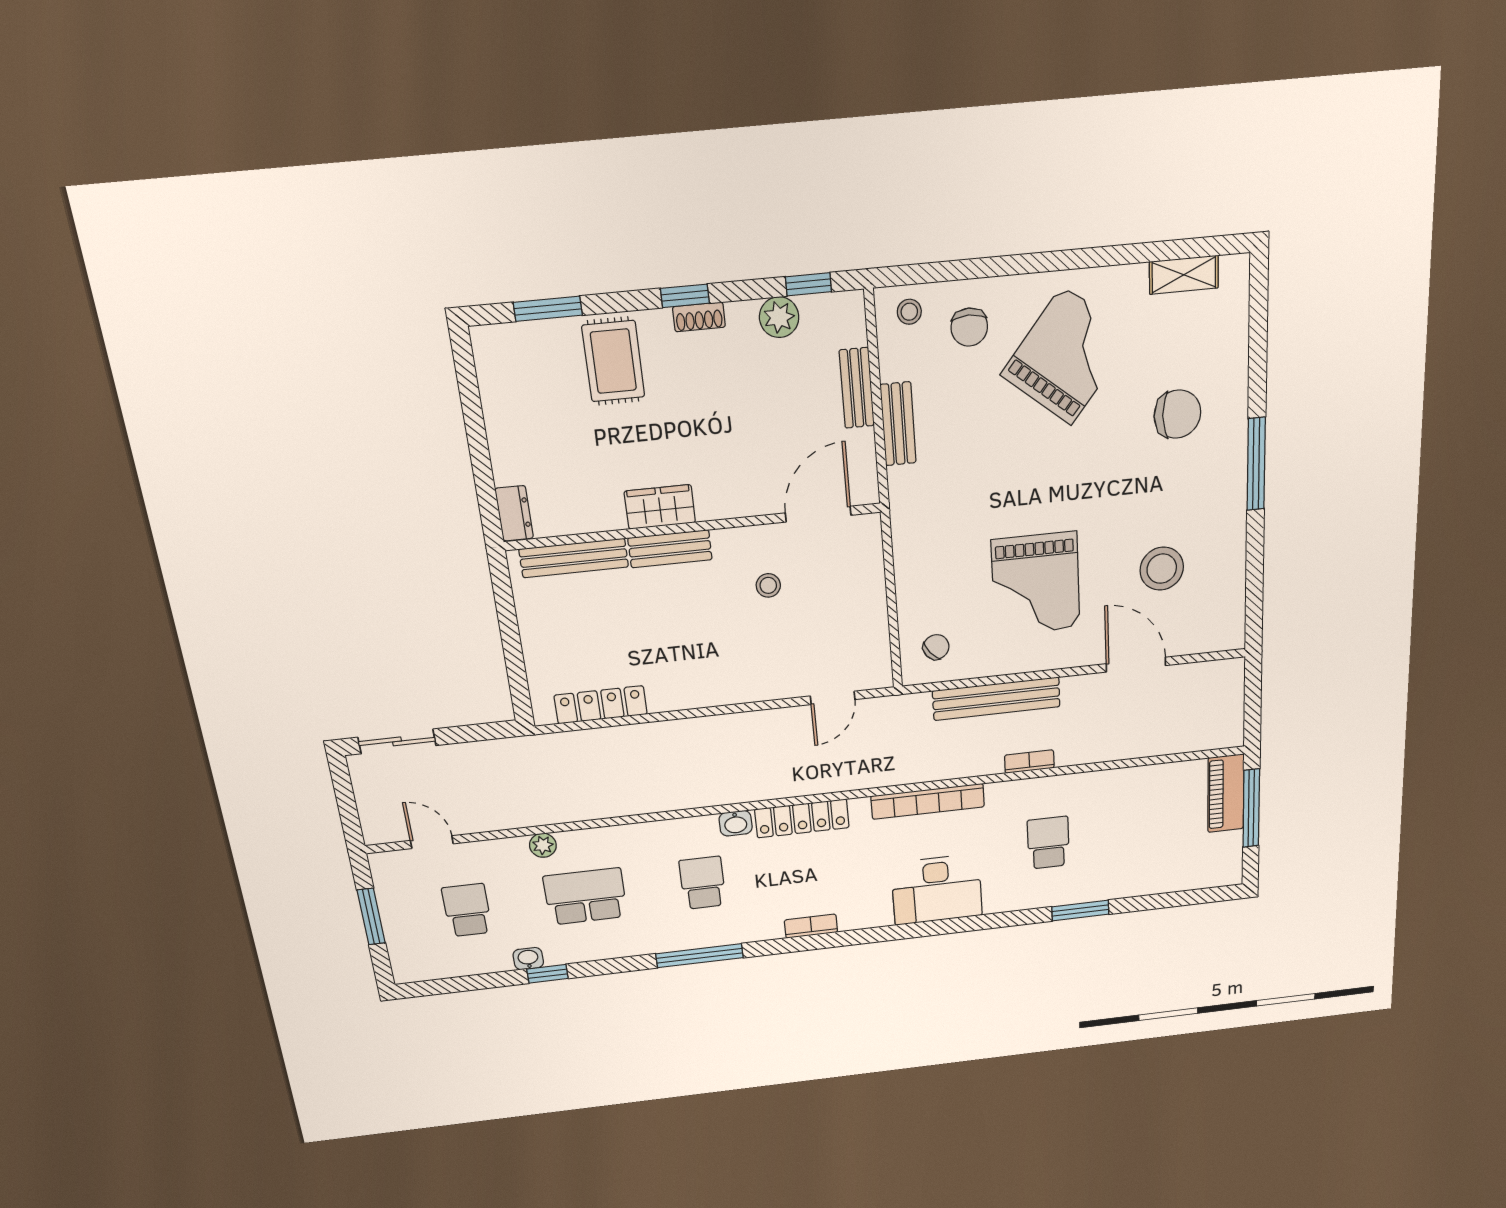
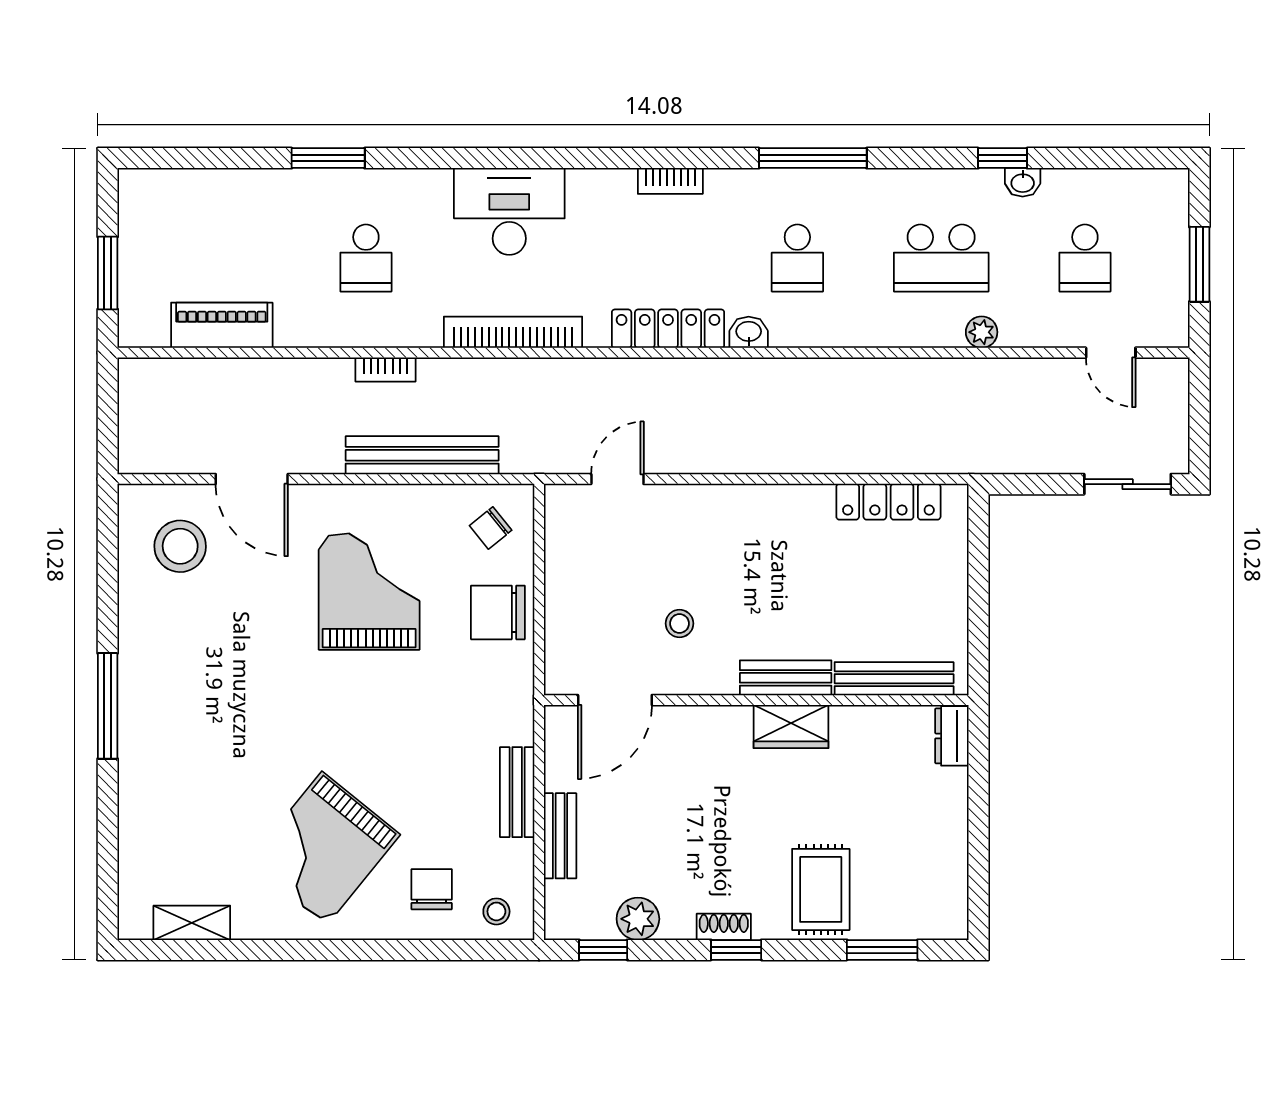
chair: (1177, 414) -> (498, 612), moved
stool: (1162, 569) -> (180, 546), moved
piano: (1226, 793) -> (222, 325), moved, turned -90
window: (1251, 808) -> (108, 273), width x0.69

